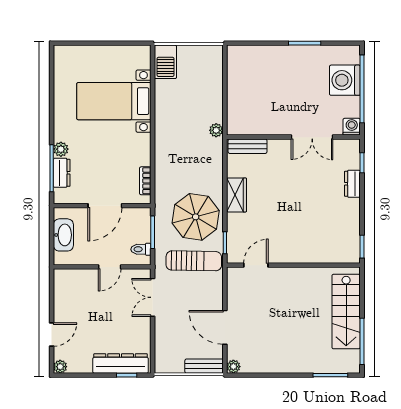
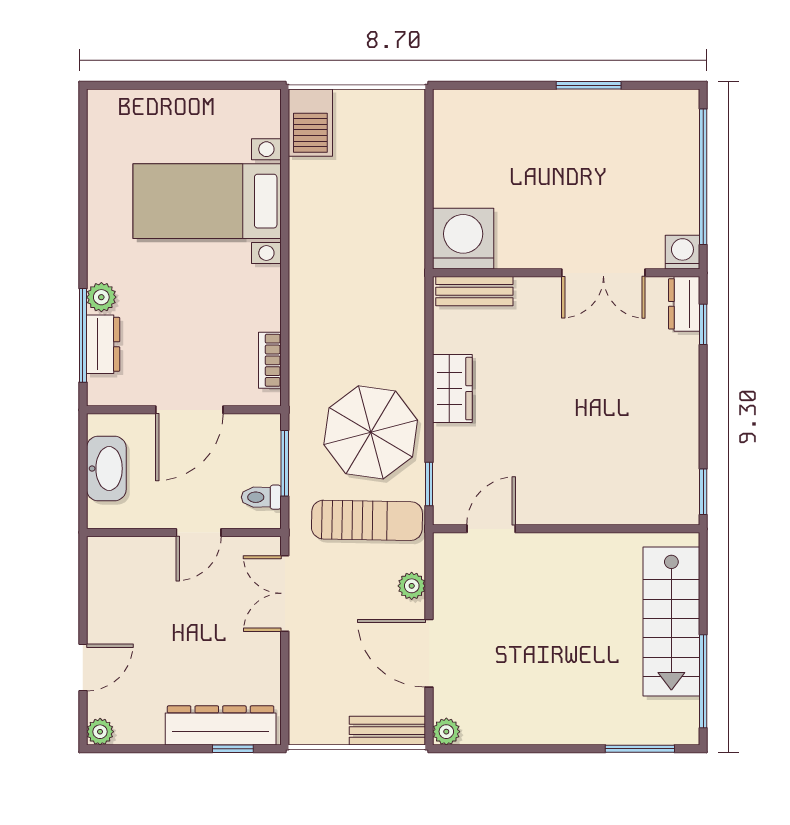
washing machine: (345, 80) -> (463, 239), moved, turned 90
plant: (216, 130) -> (412, 586), moved
dresser: (352, 184) -> (684, 304), moved

